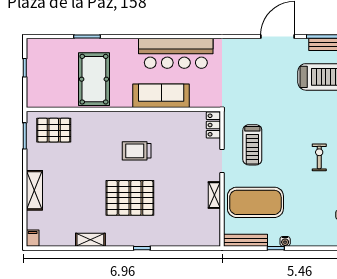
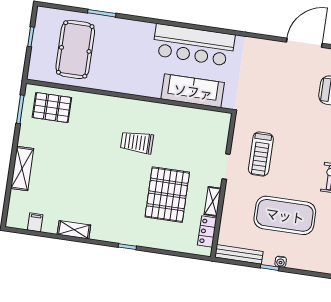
pool table: (94, 79) -> (75, 49), moved
sofa: (161, 96) -> (193, 91), moved
locker: (213, 125) -> (207, 231), moved
pallet: (130, 198) -> (167, 195), moved, turned 90
exercise mat: (255, 202) -> (285, 215), moved
filing cabinet: (33, 238) -> (35, 222), moved

